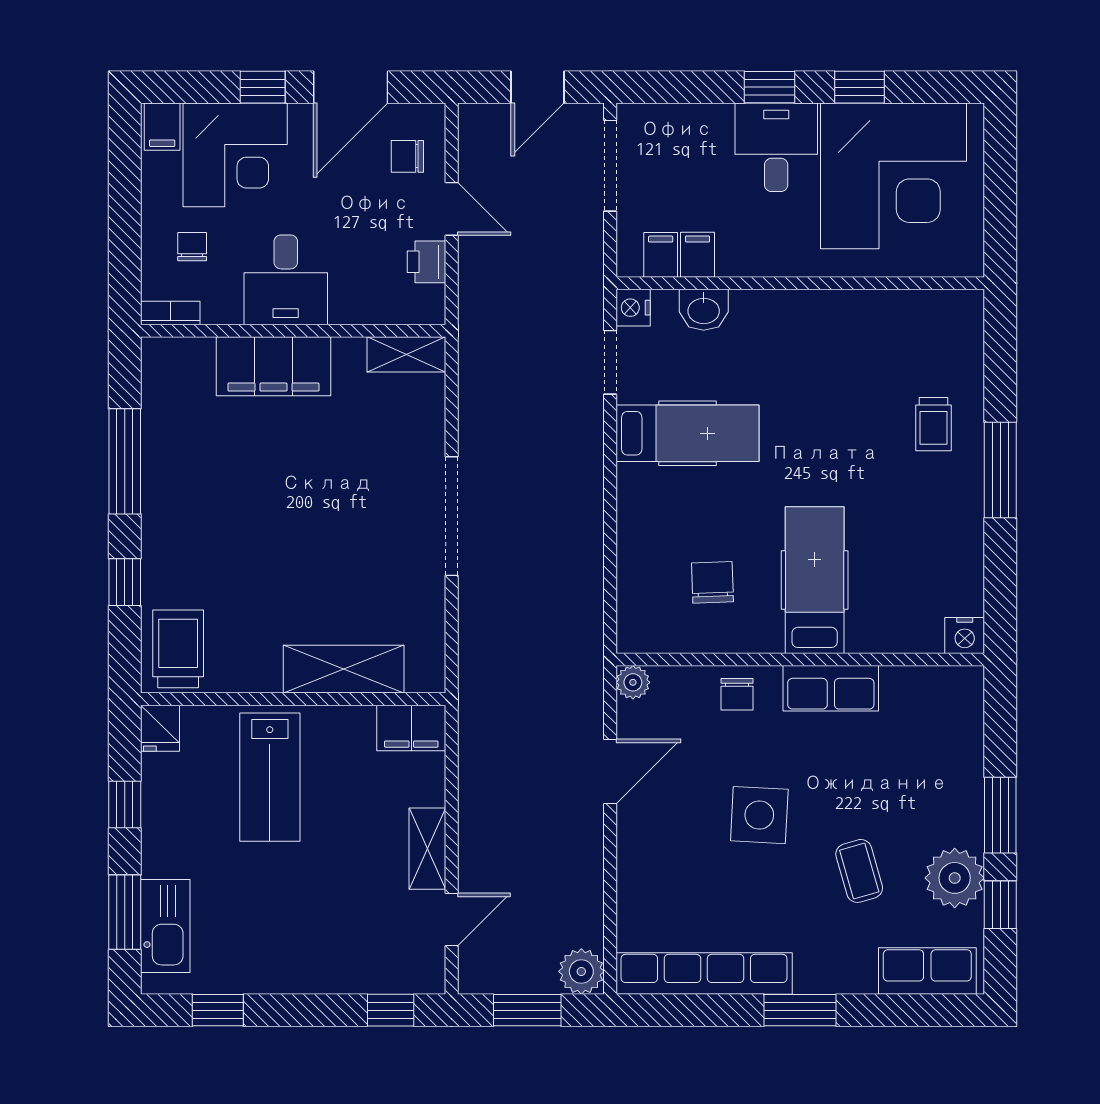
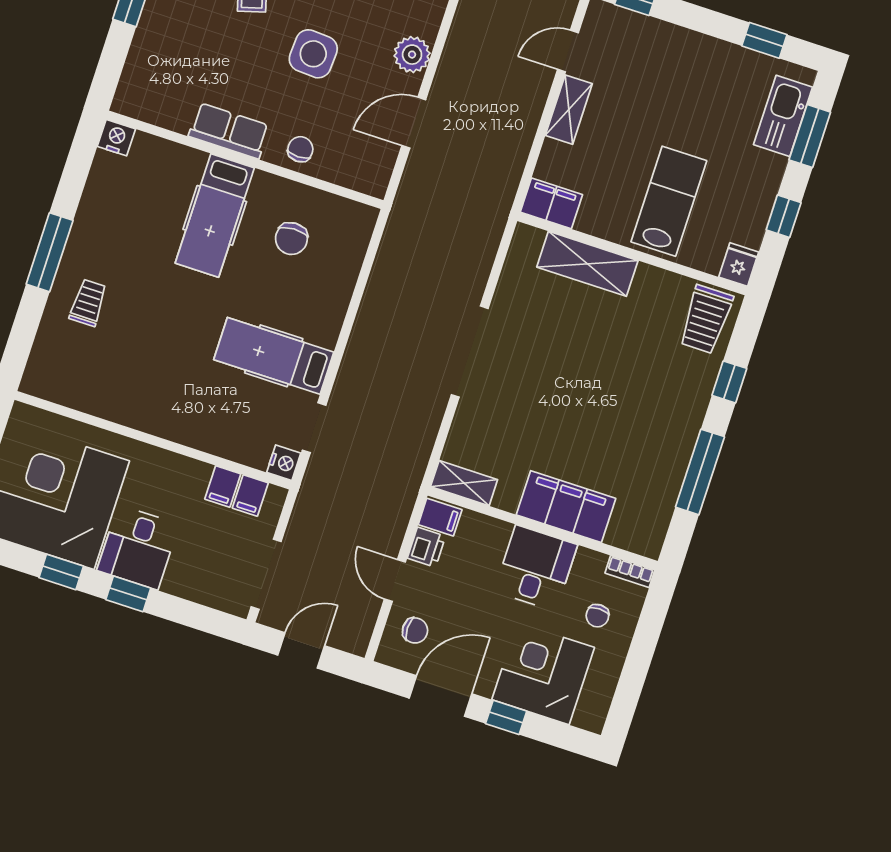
filing cabinet: (162, 127) -> (440, 517), moved, turned 90
washbasin: (704, 310) -> (232, 444), removed
plant: (633, 682) -> (412, 55), moved, width x1.38, depth x1.38

